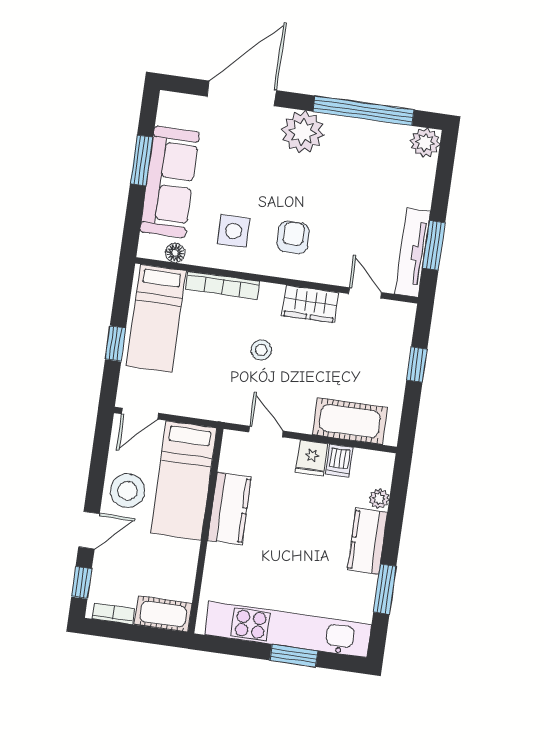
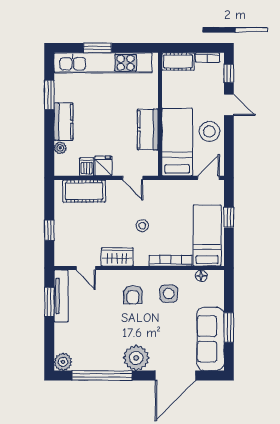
sofa: (170, 182) -> (210, 339), moved
door: (89, 530) -> (229, 105), swing flipped

